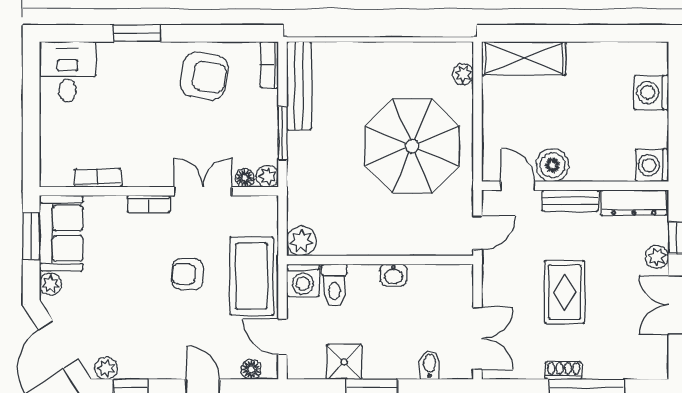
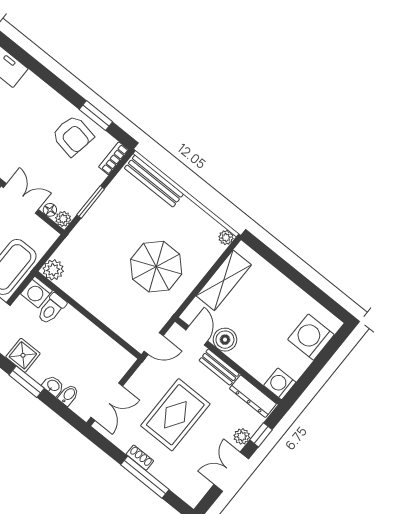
window: (137, 33) -> (96, 116), moved
shelving: (524, 58) -> (224, 280), moved, turned 90
plant: (463, 74) -> (226, 238), moved
bench: (299, 86) -> (154, 181), moved, turned 90
washing machine: (651, 93) -> (311, 337), width x1.37, depth x1.37
parasol: (412, 146) -> (156, 267), width x0.73, depth x0.73
washbasin: (394, 275) -> (53, 386), moved, turned 180
rug: (565, 292) -> (175, 415), width x1.36, depth x1.43

